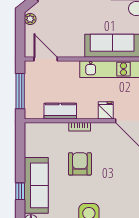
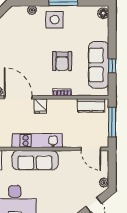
kitchen counter: (60, 111) -> (91, 105), moved
sofa: (36, 185) -> (99, 65), moved
window: (20, 191) -> (112, 66), moved

